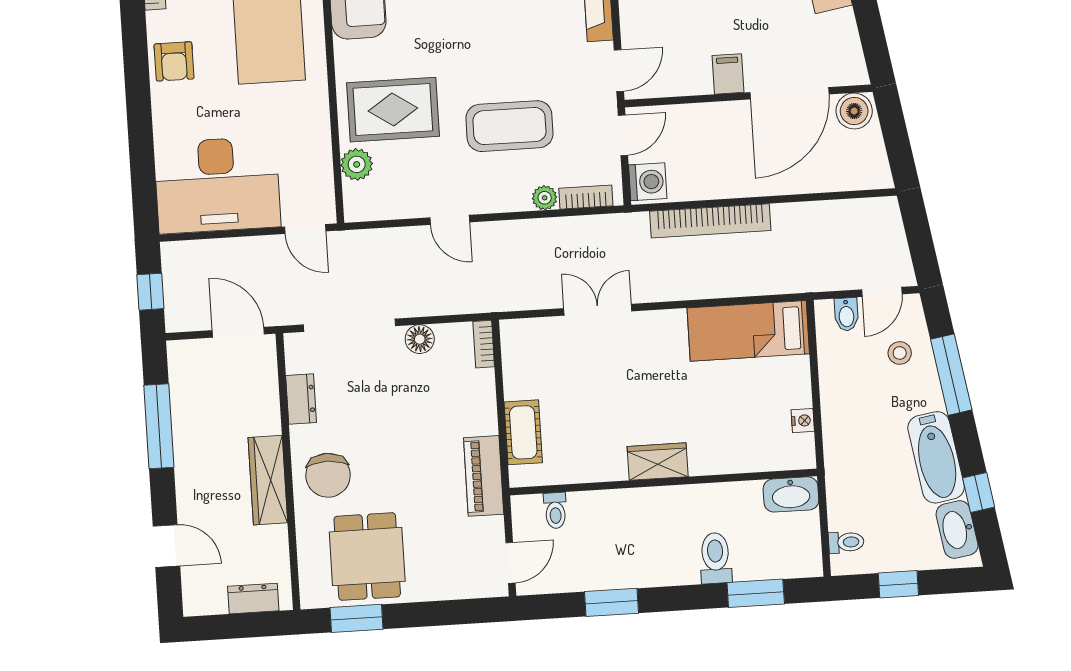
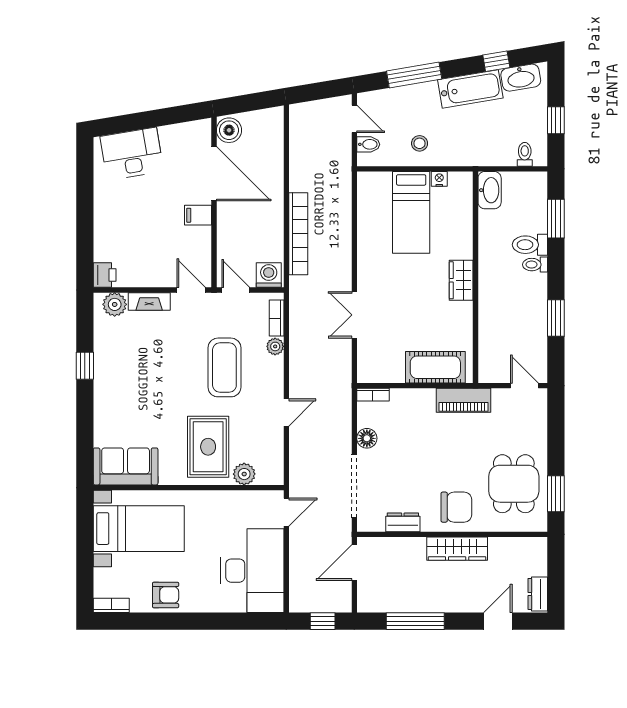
bed: (748, 331) -> (411, 212), moved
stool: (900, 353) -> (420, 143), moved
cot: (523, 432) -> (435, 367), width x1.37, depth x1.34
toilet: (555, 511) -> (535, 265), moved, turned 180
dining table: (367, 557) -> (514, 484), turned 90
dresser: (253, 599) -> (538, 594), moved

